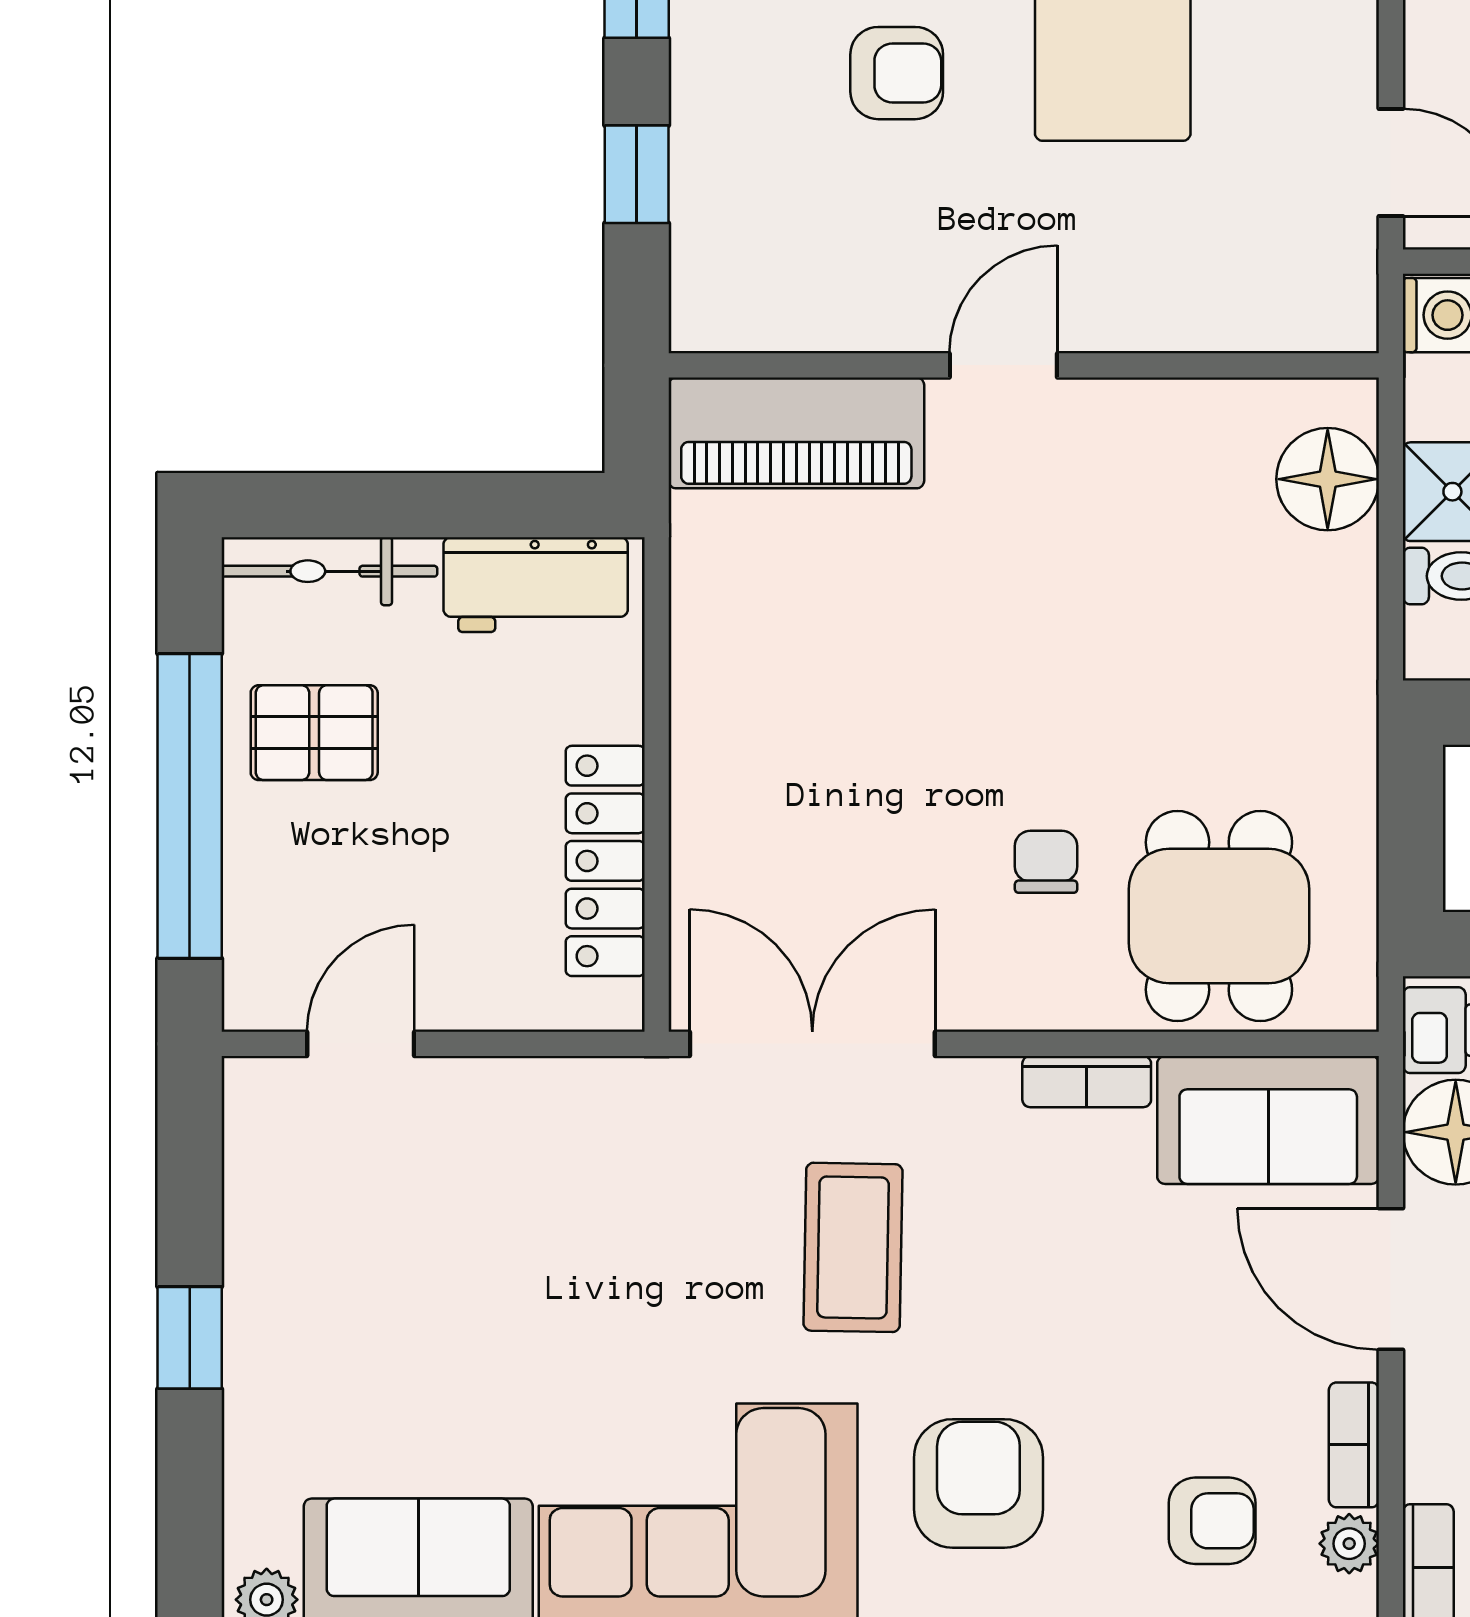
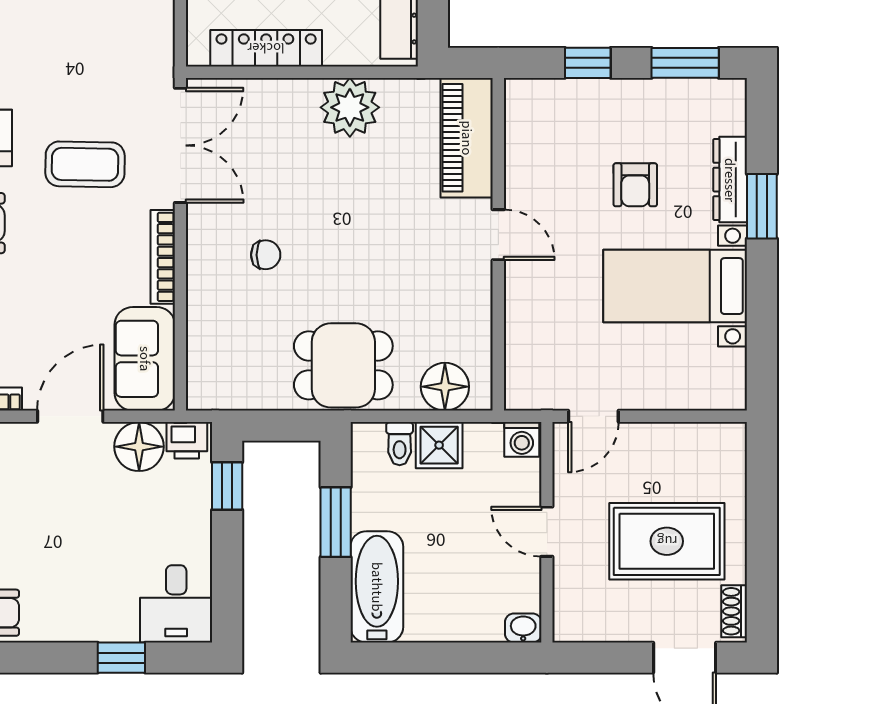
plant: (732, 682) -> (350, 107), added
dining table: (1219, 916) -> (343, 365), moved
bookcase: (1087, 1082) -> (163, 257), width x1.56

